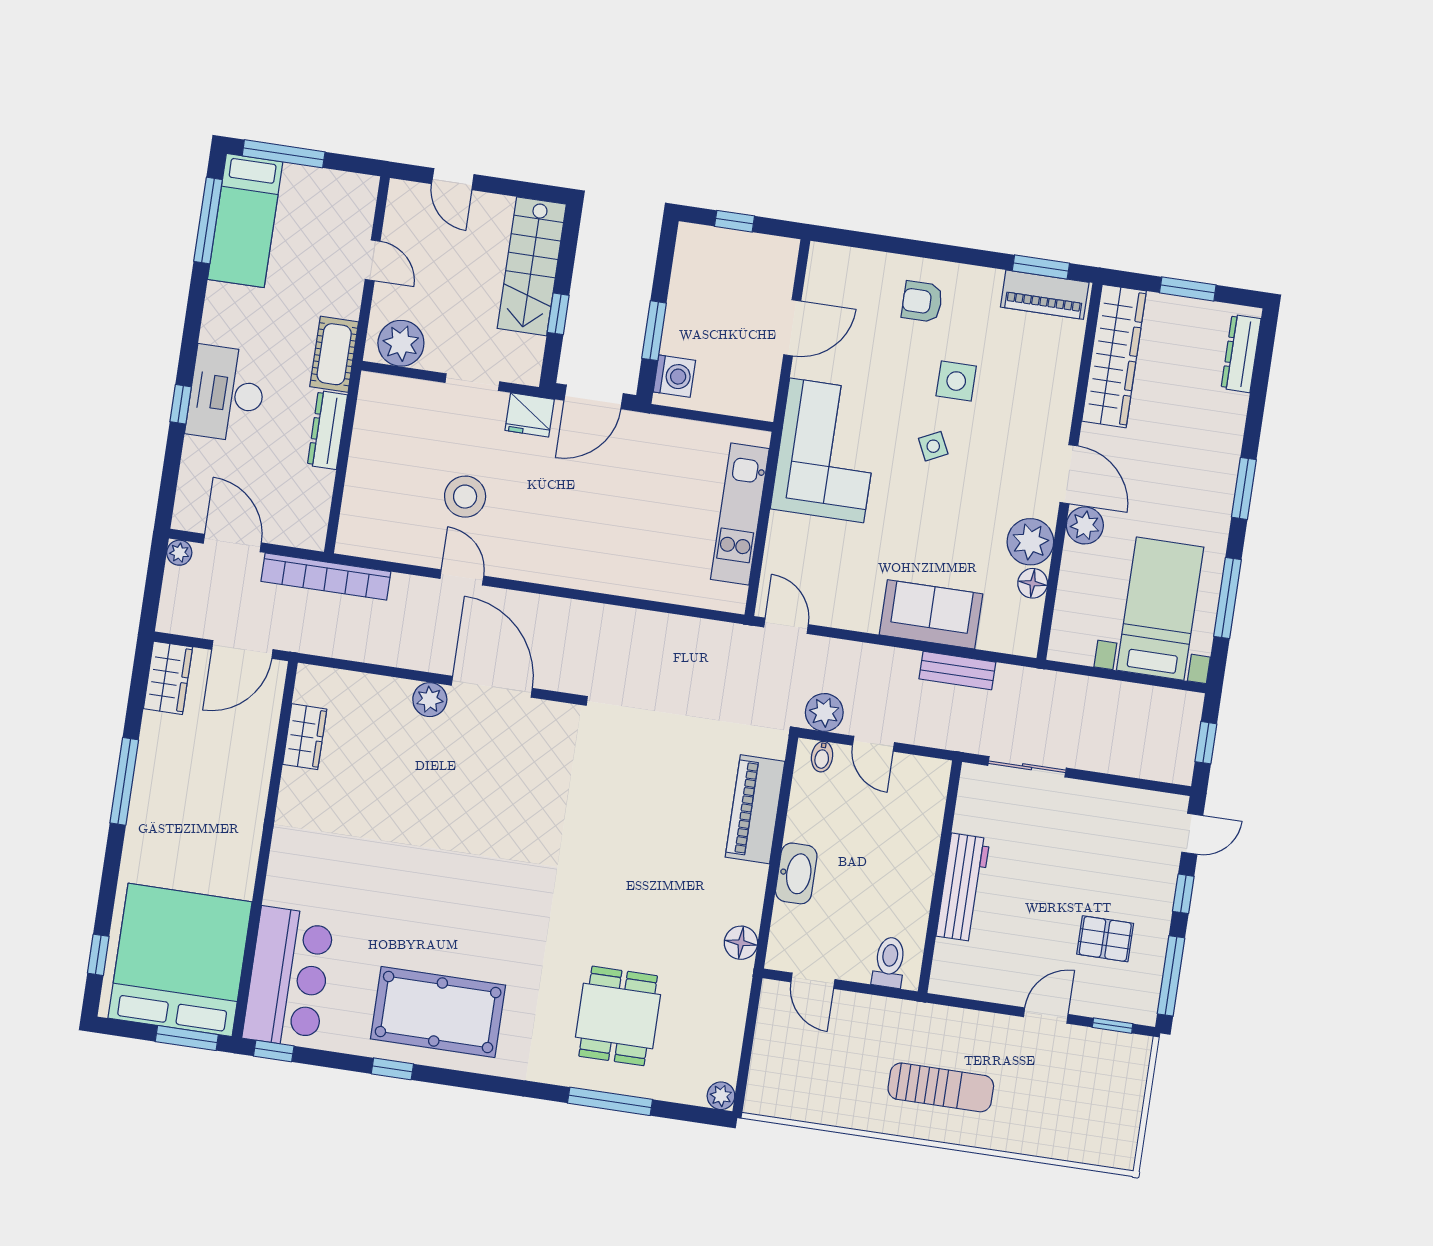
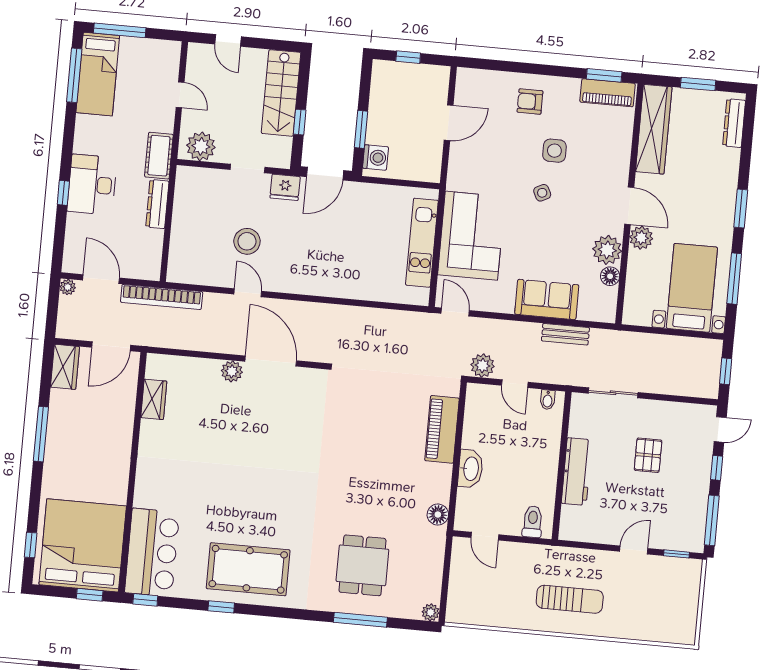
corner sofa: (827, 450) -> (471, 236), moved
bidet: (822, 757) -> (548, 400), moved
pallet: (1105, 939) -> (648, 455), moved, turned 90
window: (187, 1038) -> (90, 595), width x0.67

